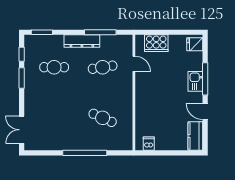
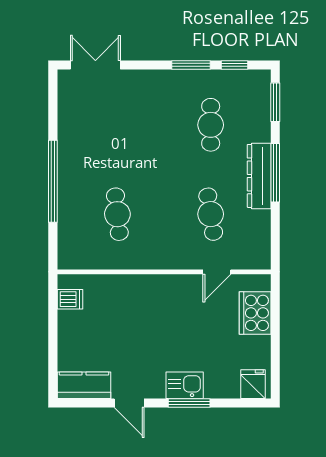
window: (100, 32) -> (275, 173), moved
window: (205, 79) -> (189, 403), width x0.69
door: (205, 112) -> (129, 403), swing flipped
cafe table: (103, 118) -> (117, 214), turned -30

